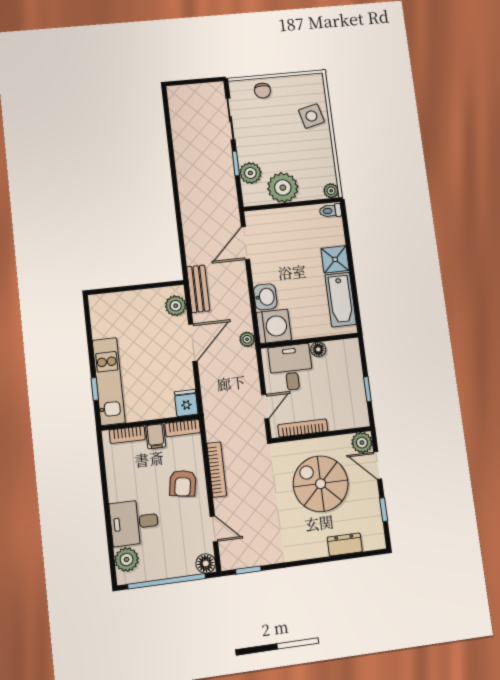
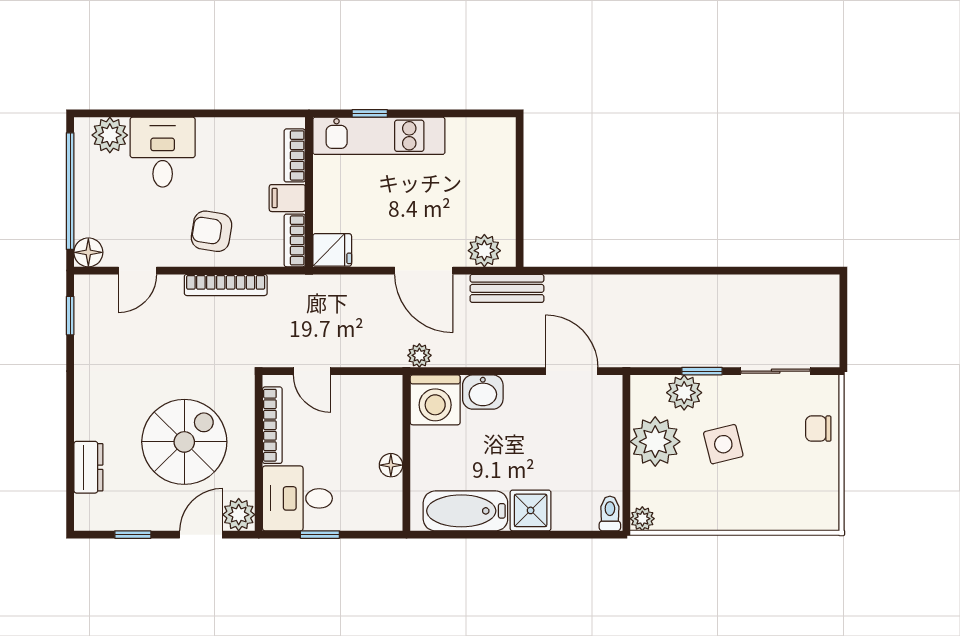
side table: (311, 116) -> (723, 444), moved
desk: (291, 367) -> (297, 498), moved, turned 180

